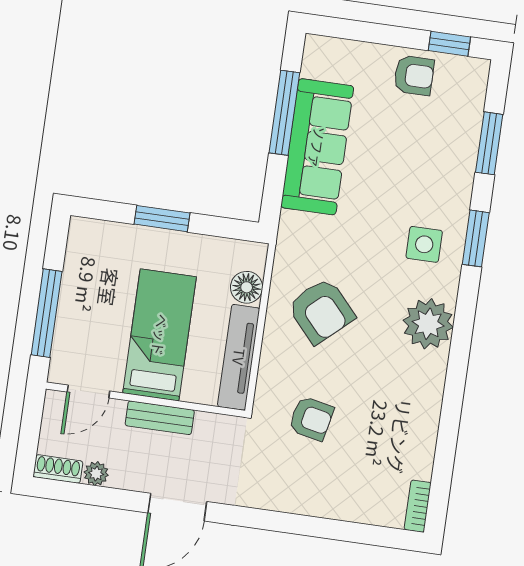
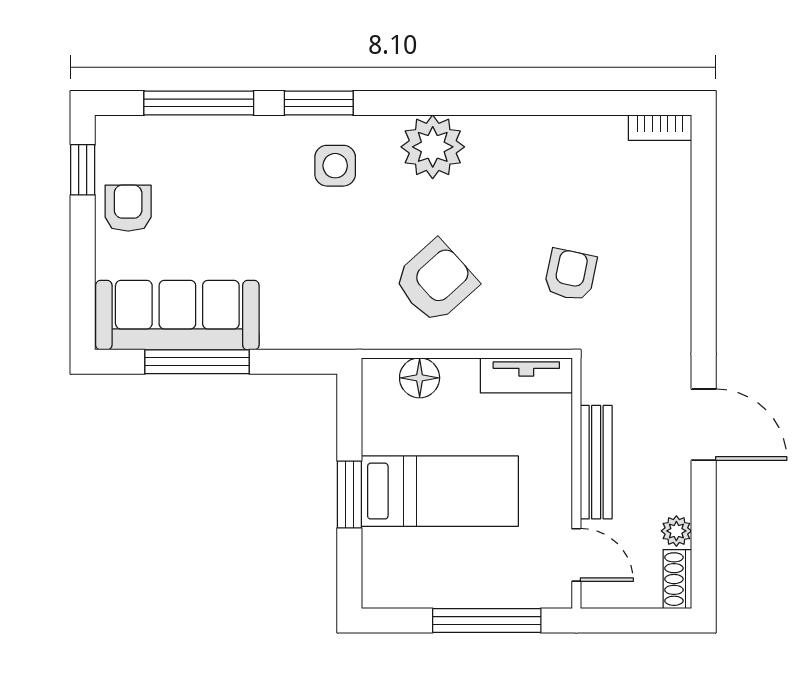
window: (489, 143) -> (199, 103), width x1.44
sofa: (317, 147) -> (177, 315), moved
bed: (160, 335) -> (440, 491), moved, turned 180
tv unit: (239, 357) -> (526, 375), width x0.71
bench: (160, 418) -> (596, 462), width x1.36

